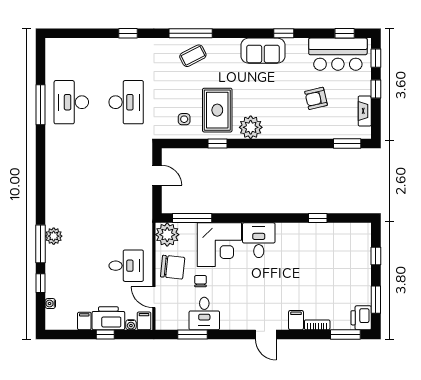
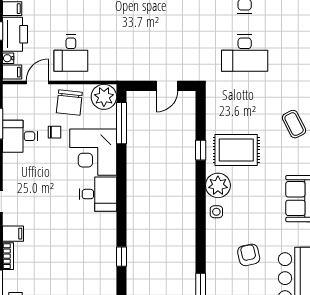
side table: (184, 119) -> (216, 212), moved

